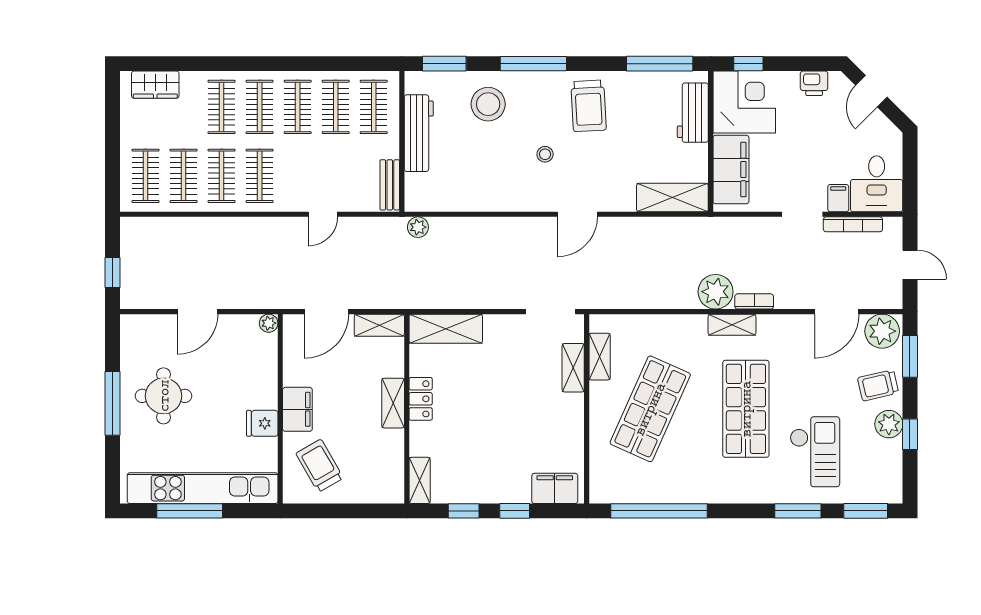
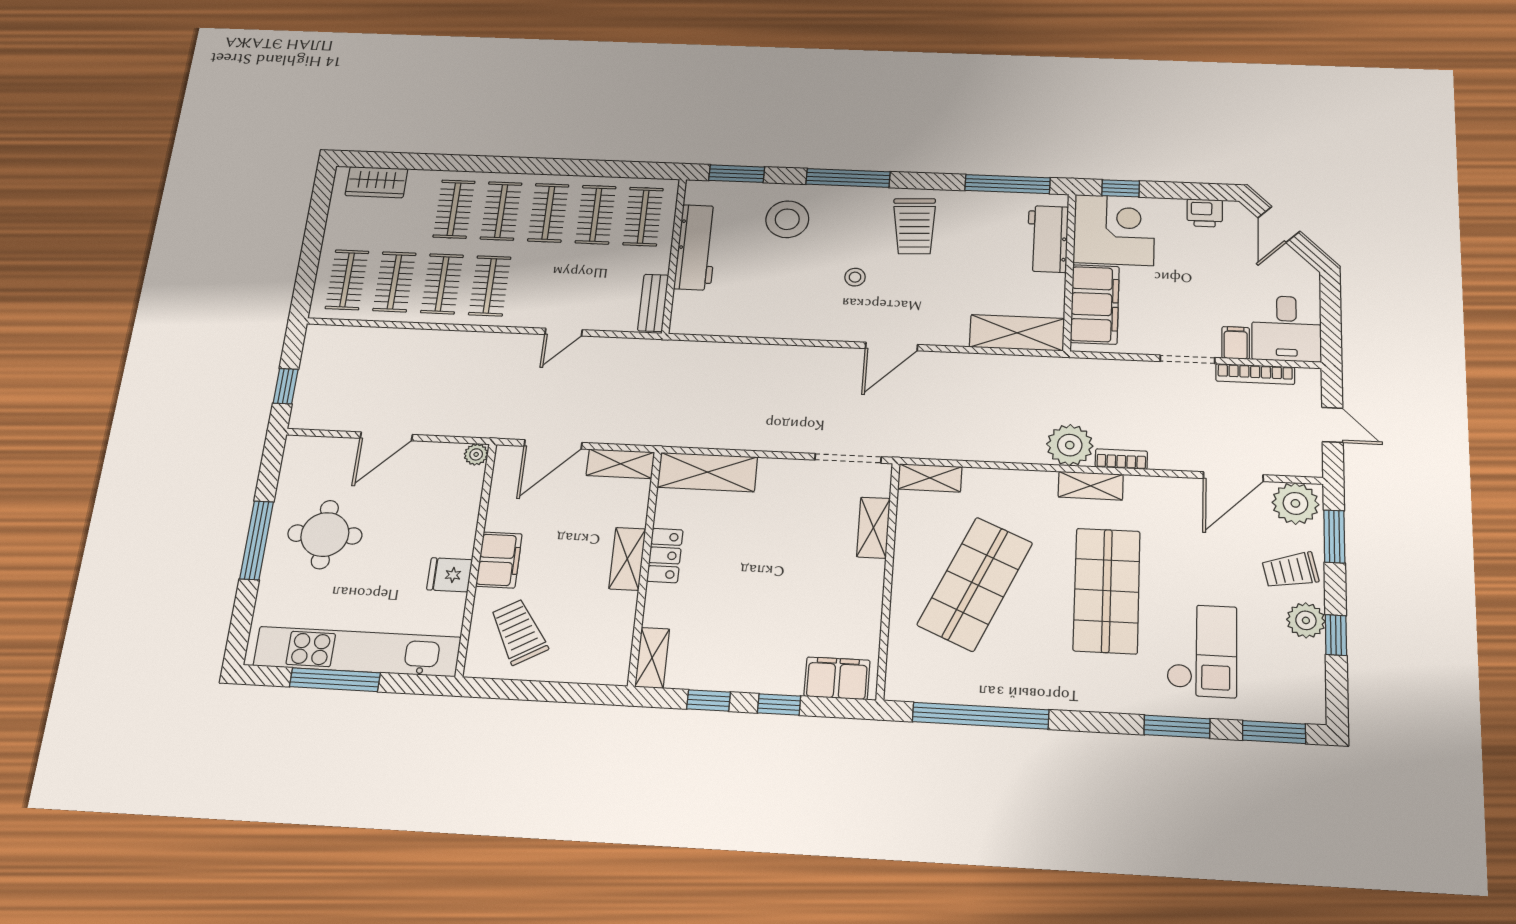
plant: (418, 227) -> (684, 352), removed
shelving: (600, 357) -> (930, 478), moved, turned 90

